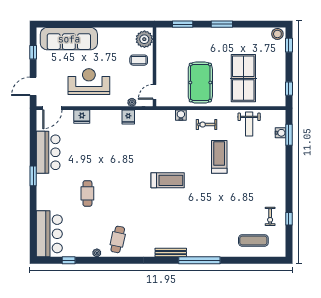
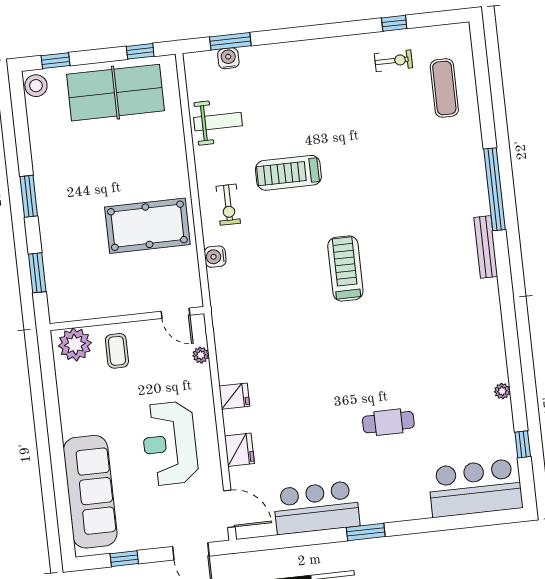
table tennis table: (243, 78) -> (115, 93), moved
fridge: (128, 117) -> (234, 396), moved
cafe table: (118, 239) -> (472, 353), removed

